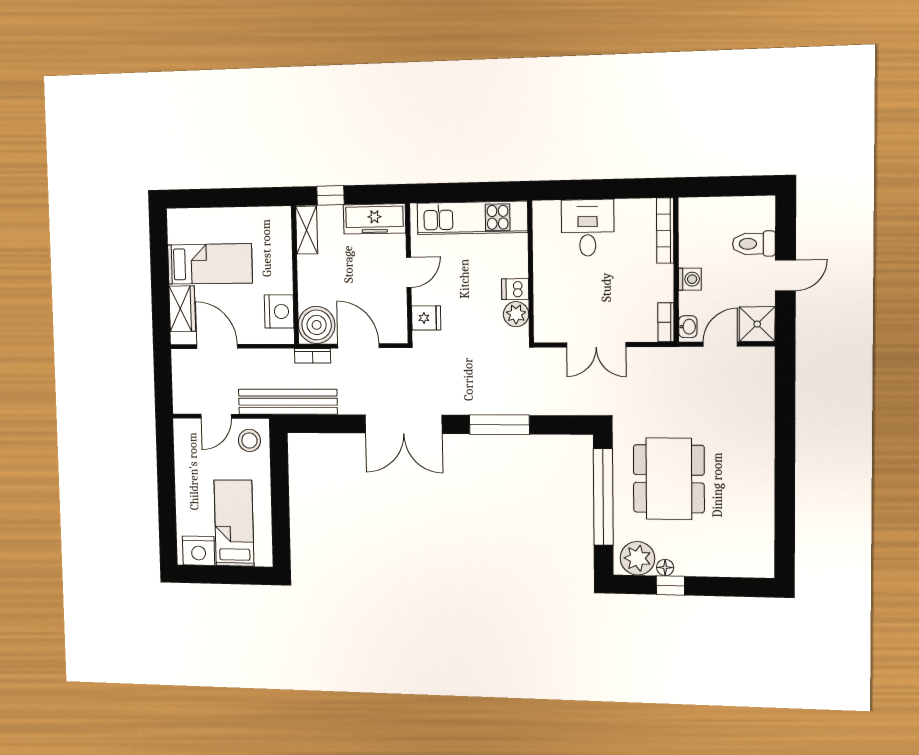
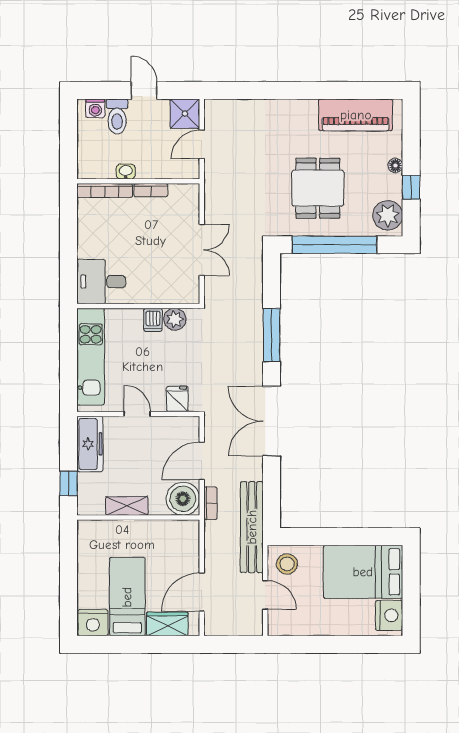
desk: (588, 228) -> (101, 282), moved
shelving: (307, 230) -> (127, 506), moved
washing machine: (690, 279) -> (95, 108), moved, turned 180
nightstand: (279, 311) -> (93, 623), moved, turned 180
bookcase: (666, 322) -> (151, 190), moved
washbasin: (688, 327) -> (126, 172), moved
door: (720, 344) -> (202, 144), hinge flipped
double door: (404, 424) -> (272, 421), swing flipped
dining table: (669, 479) -> (318, 188), width x0.73
bed: (234, 523) -> (363, 572), width x1.50
piano: (755, 524) -> (356, 115), added
floor lamp: (665, 567) -> (395, 166), moved

